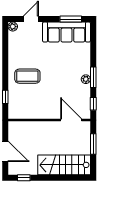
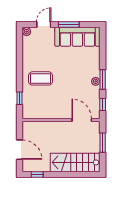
window: (71, 19) -> (69, 25), moved

